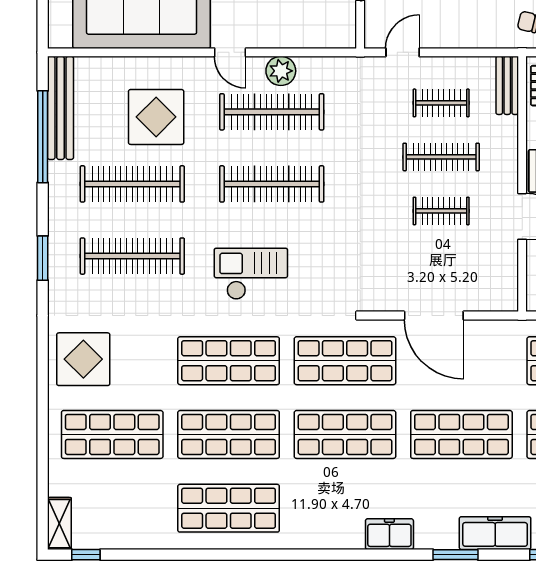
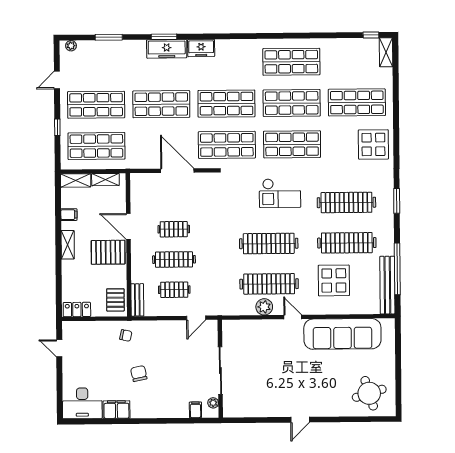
freezer: (495, 533) -> (167, 49), moved

